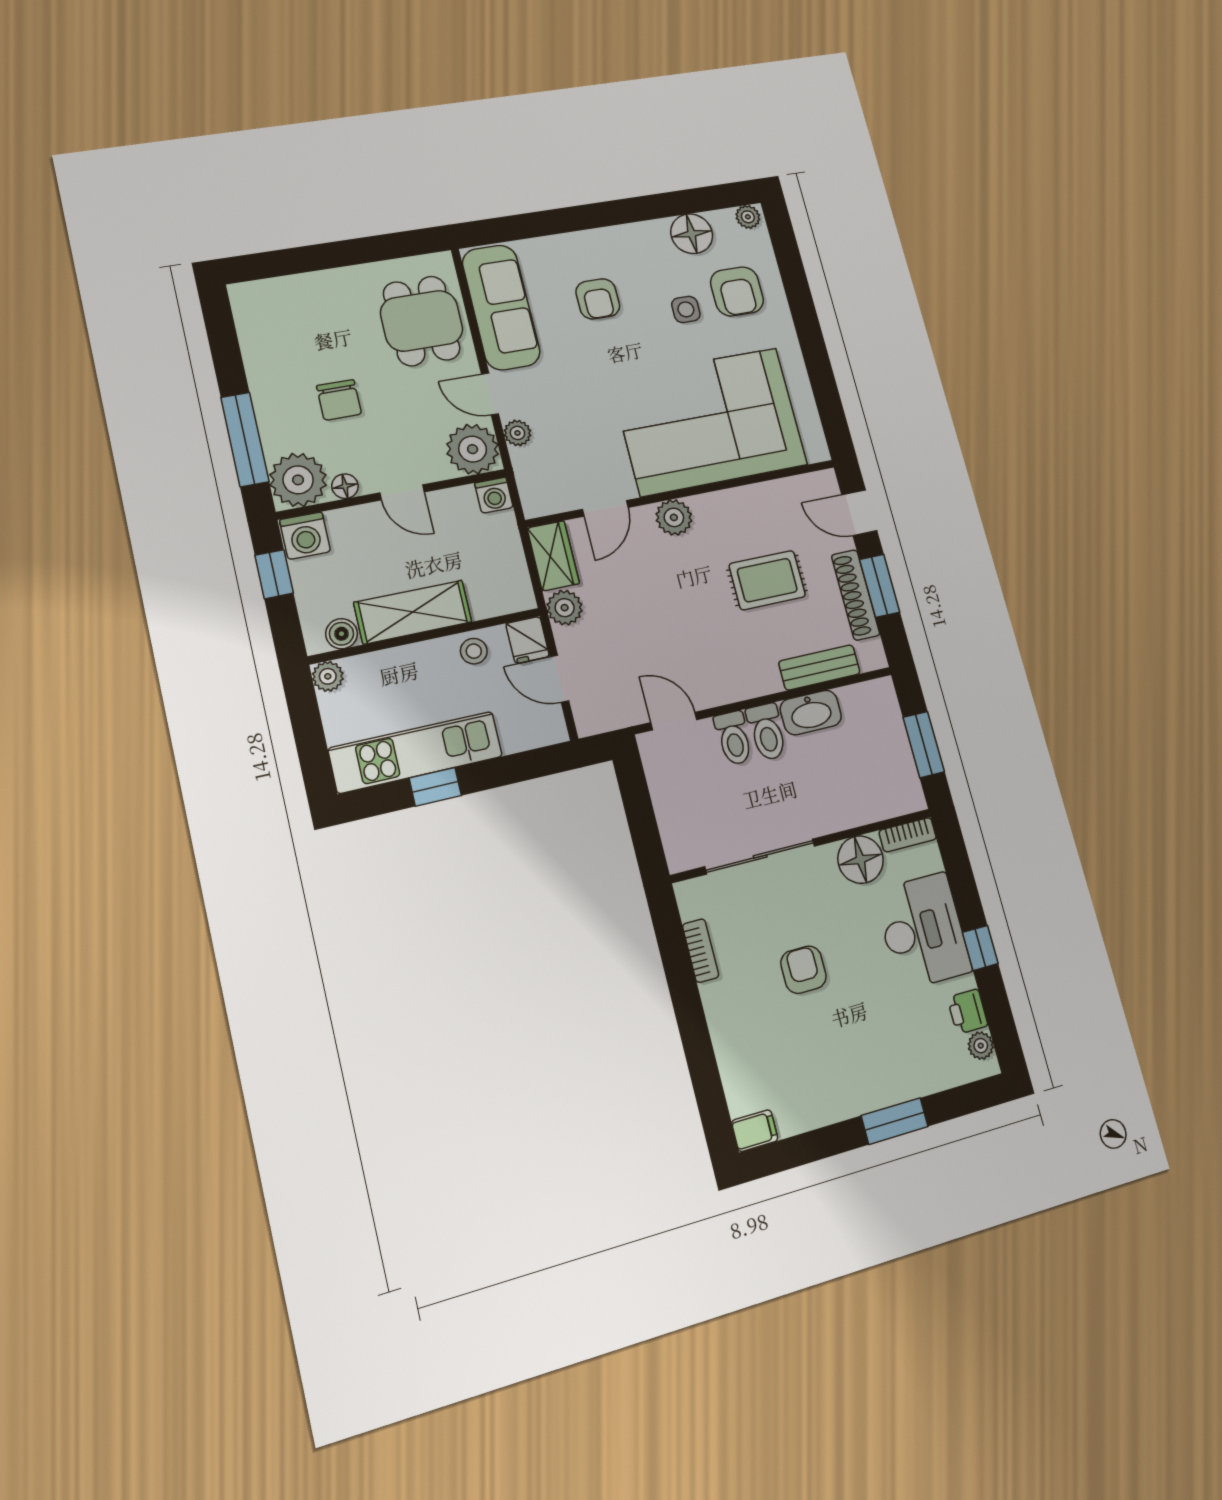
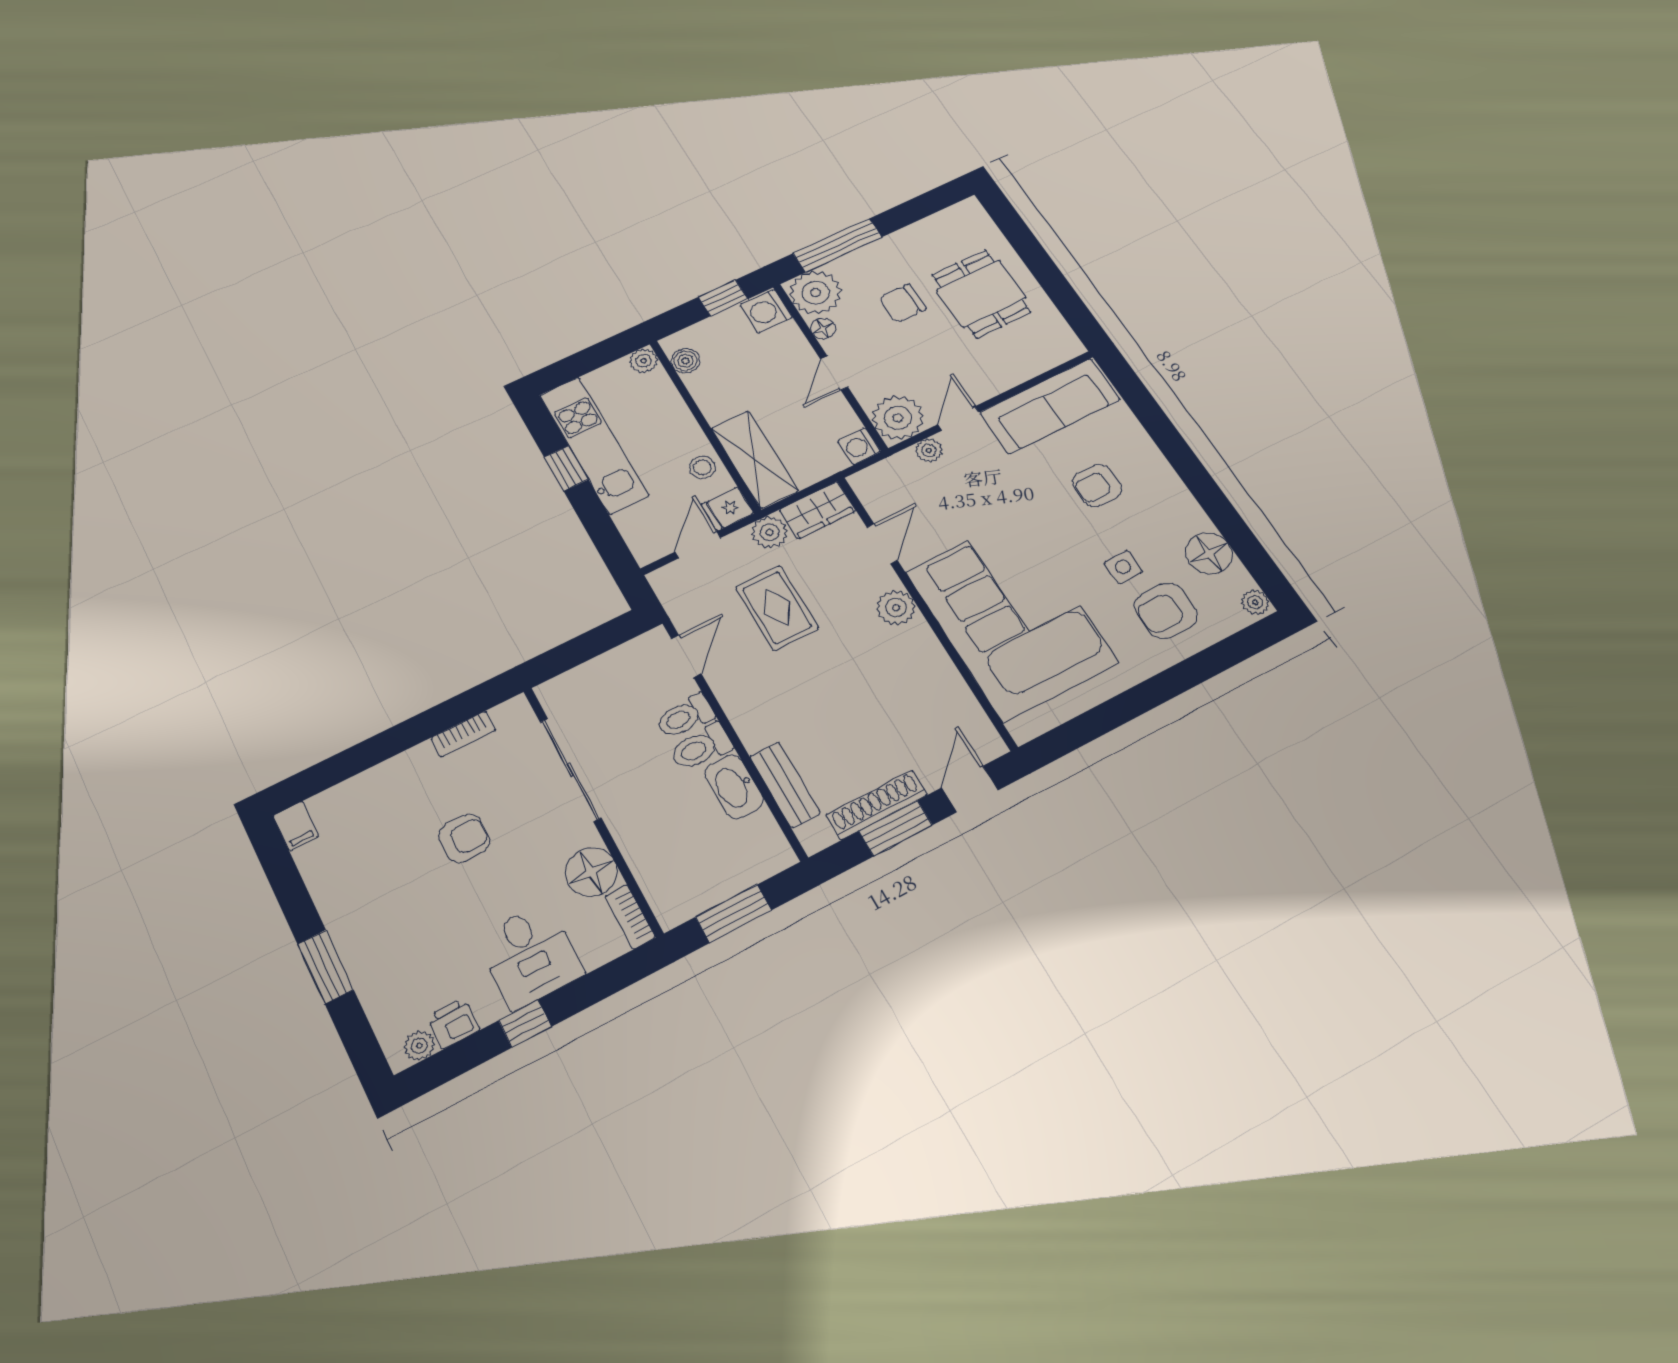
dining table: (422, 321) -> (981, 294), moved, turned 90
door: (605, 508) -> (882, 544), swing flipped
rug: (767, 580) -> (777, 608), moved
shelving: (413, 612) -> (754, 459), moved
desk: (923, 931) -> (530, 955), width x0.73

